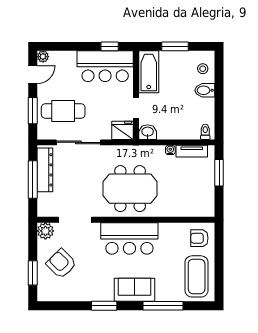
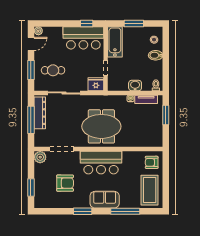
cafe table: (63, 111) -> (53, 70), width x0.73, depth x0.74
washbasin: (148, 132) -> (135, 86), moved
armchair: (61, 264) -> (65, 183), moved, turned 135

